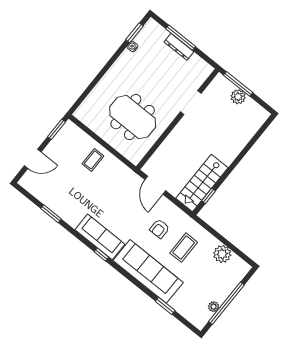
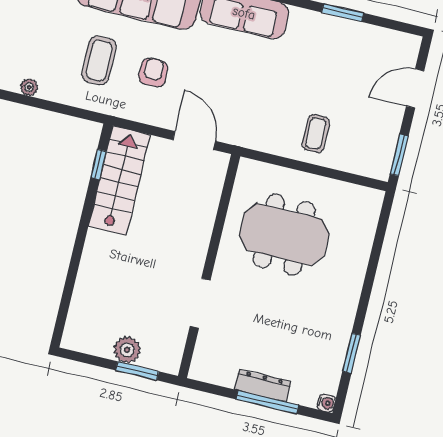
window: (135, 33) -> (352, 353), moved
water cooler: (133, 47) -> (326, 403), moved
window: (238, 84) -> (137, 371), width x0.69
plant: (222, 254) -> (29, 87), width x0.53, depth x0.53

